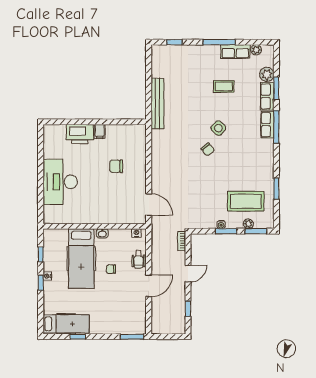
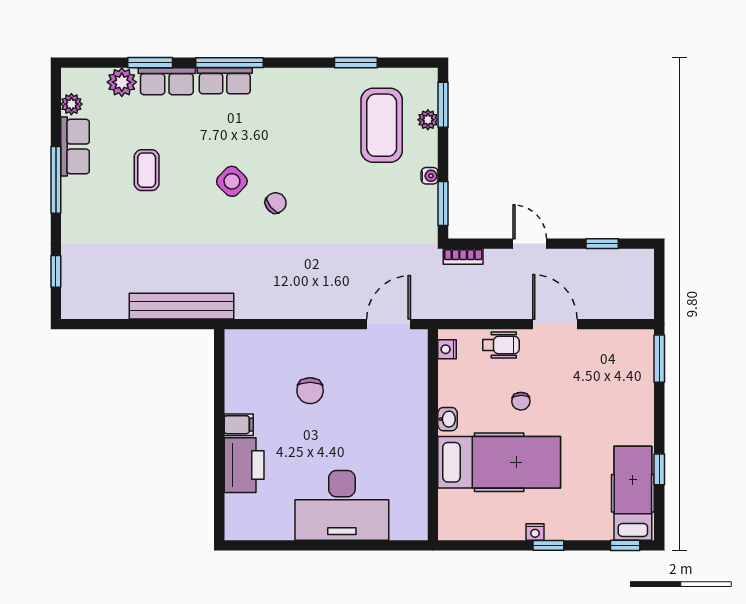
window: (226, 231) -> (443, 204), moved
window: (41, 254) -> (625, 545), moved

